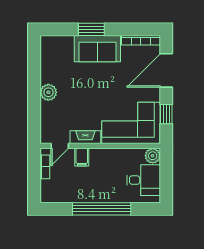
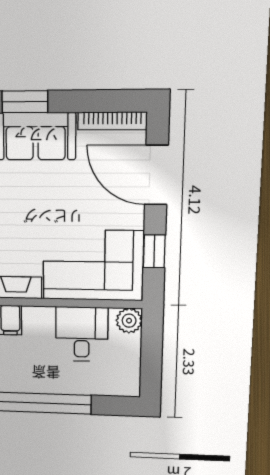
door: (166, 70) -> (156, 175), hinge flipped
desk: (144, 180) -> (82, 334), moved, turned -90

